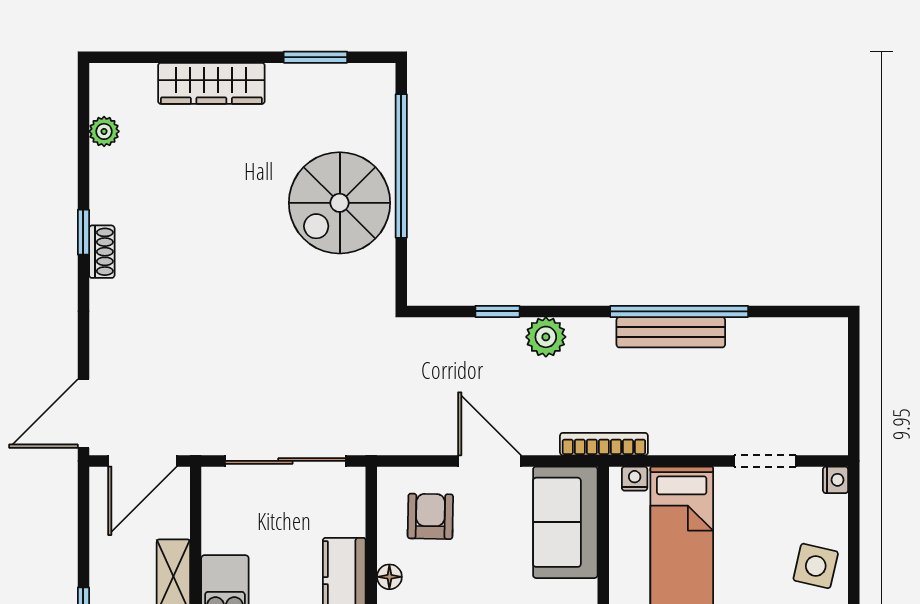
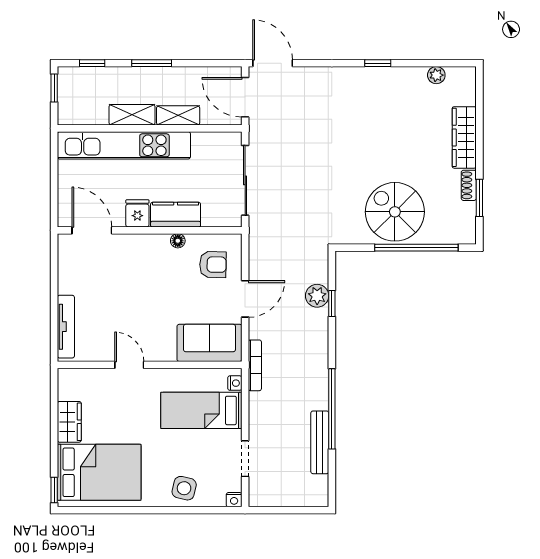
shoe rack: (102, 252) -> (469, 185), moved, turned 90
bench: (671, 332) -> (320, 442), moved
plant: (546, 337) -> (317, 296), moved

